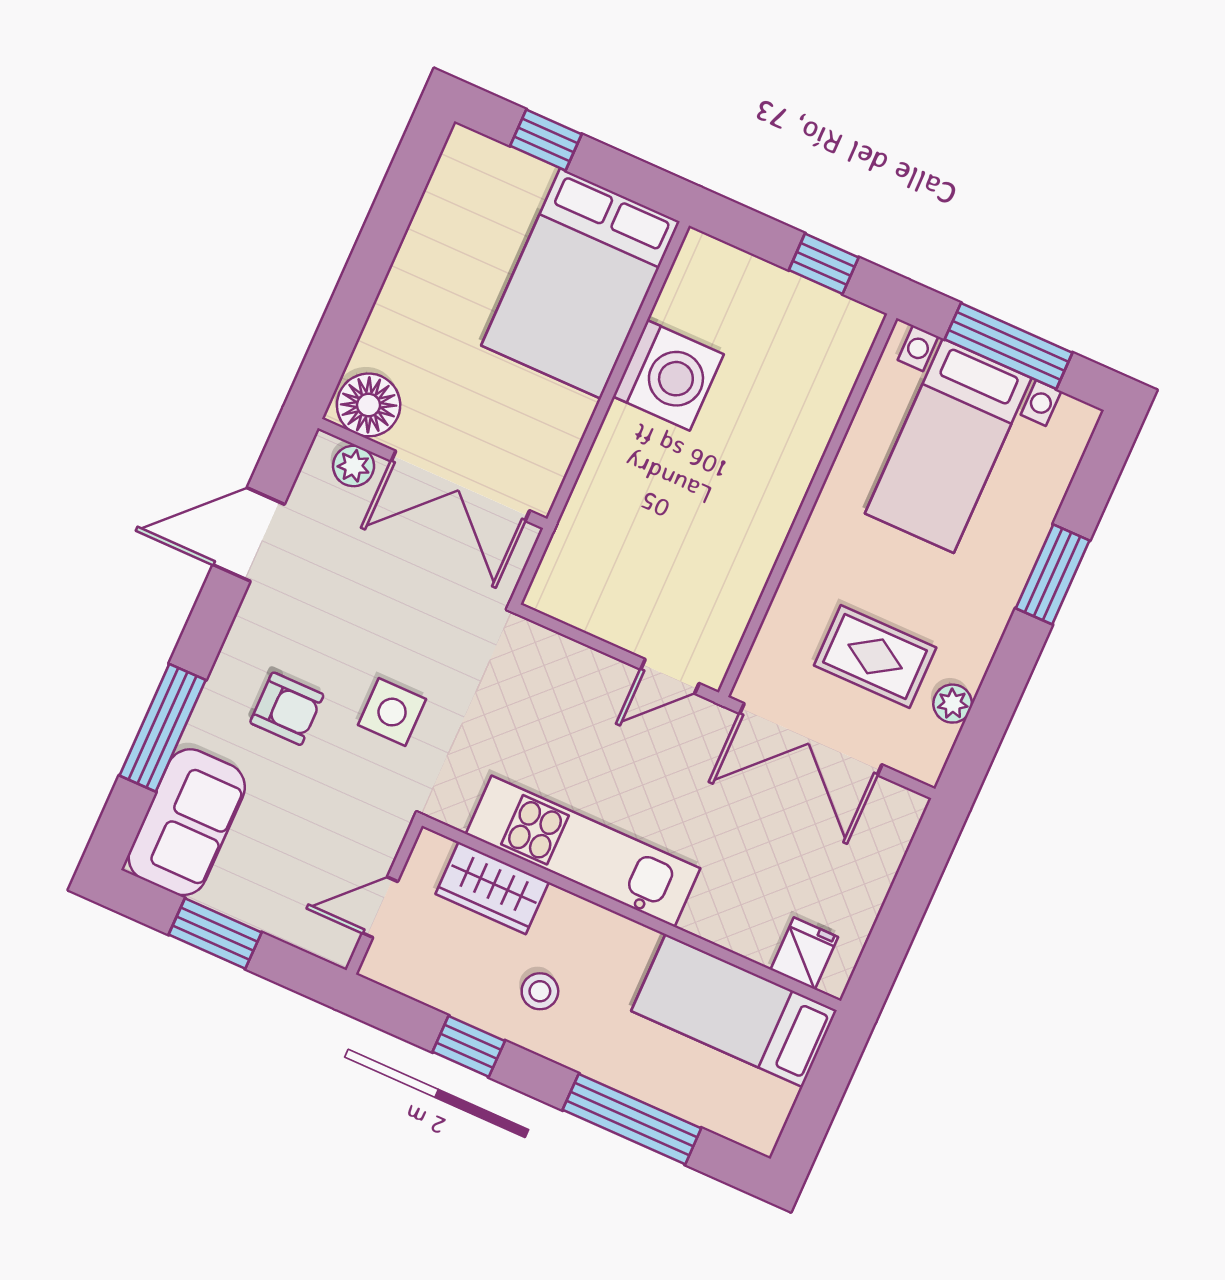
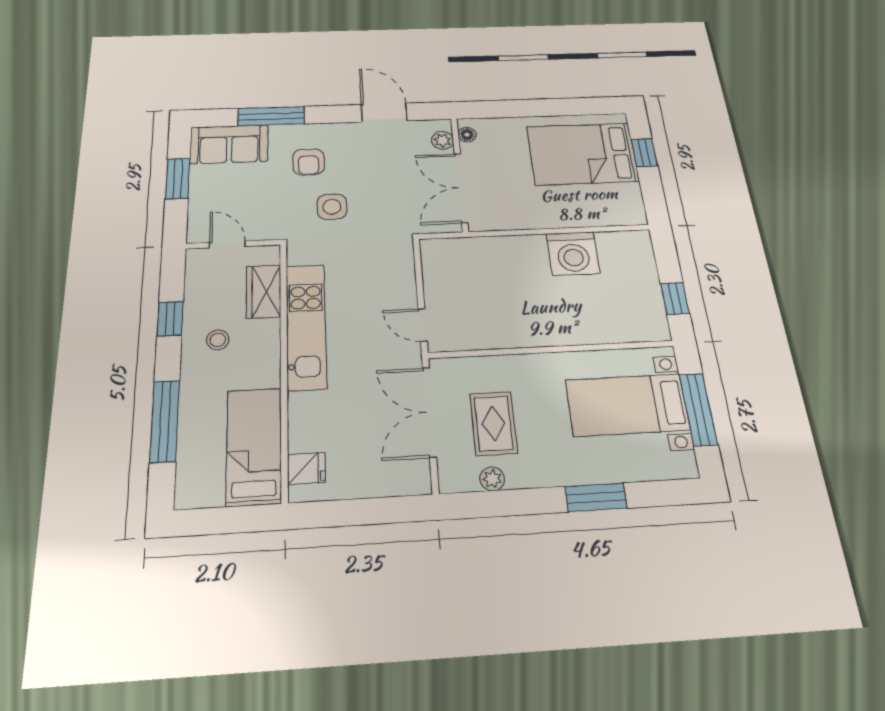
bed: (581, 283) -> (583, 154), moved
floor lamp: (369, 405) -> (467, 135), width x0.53, depth x0.53

